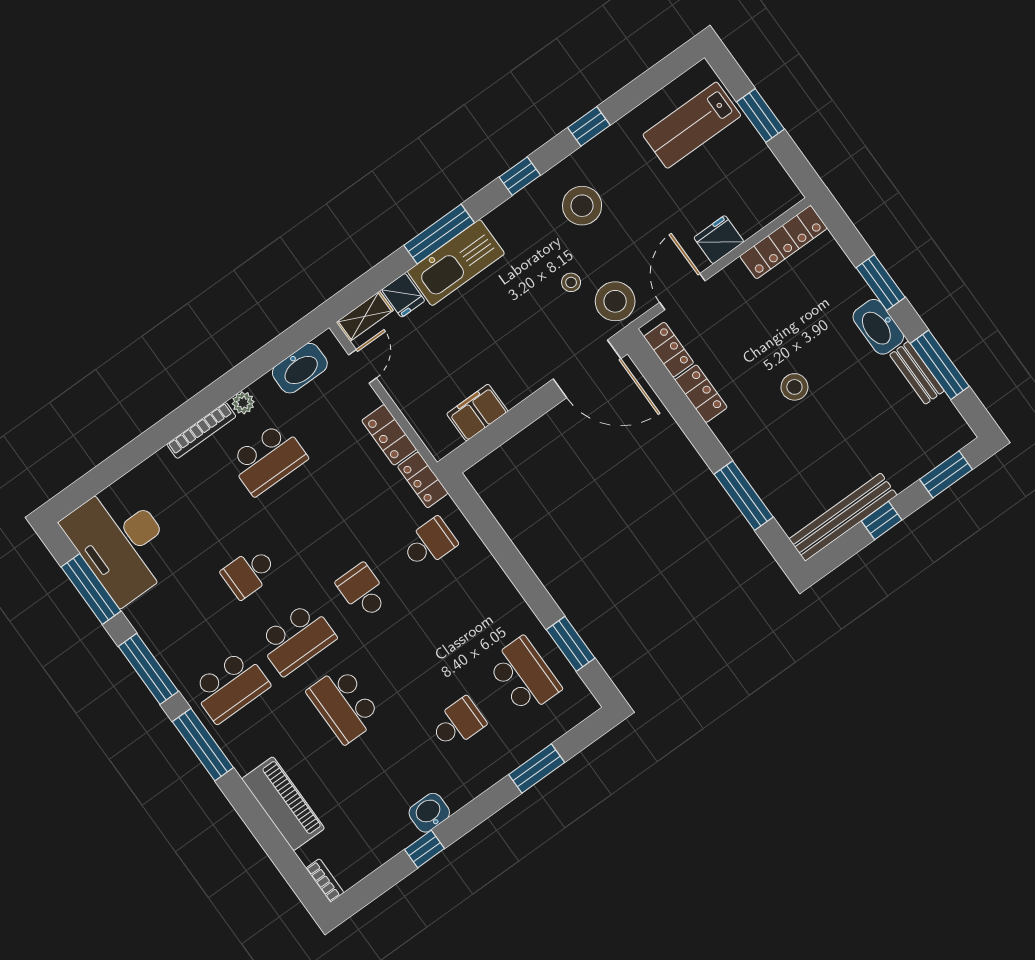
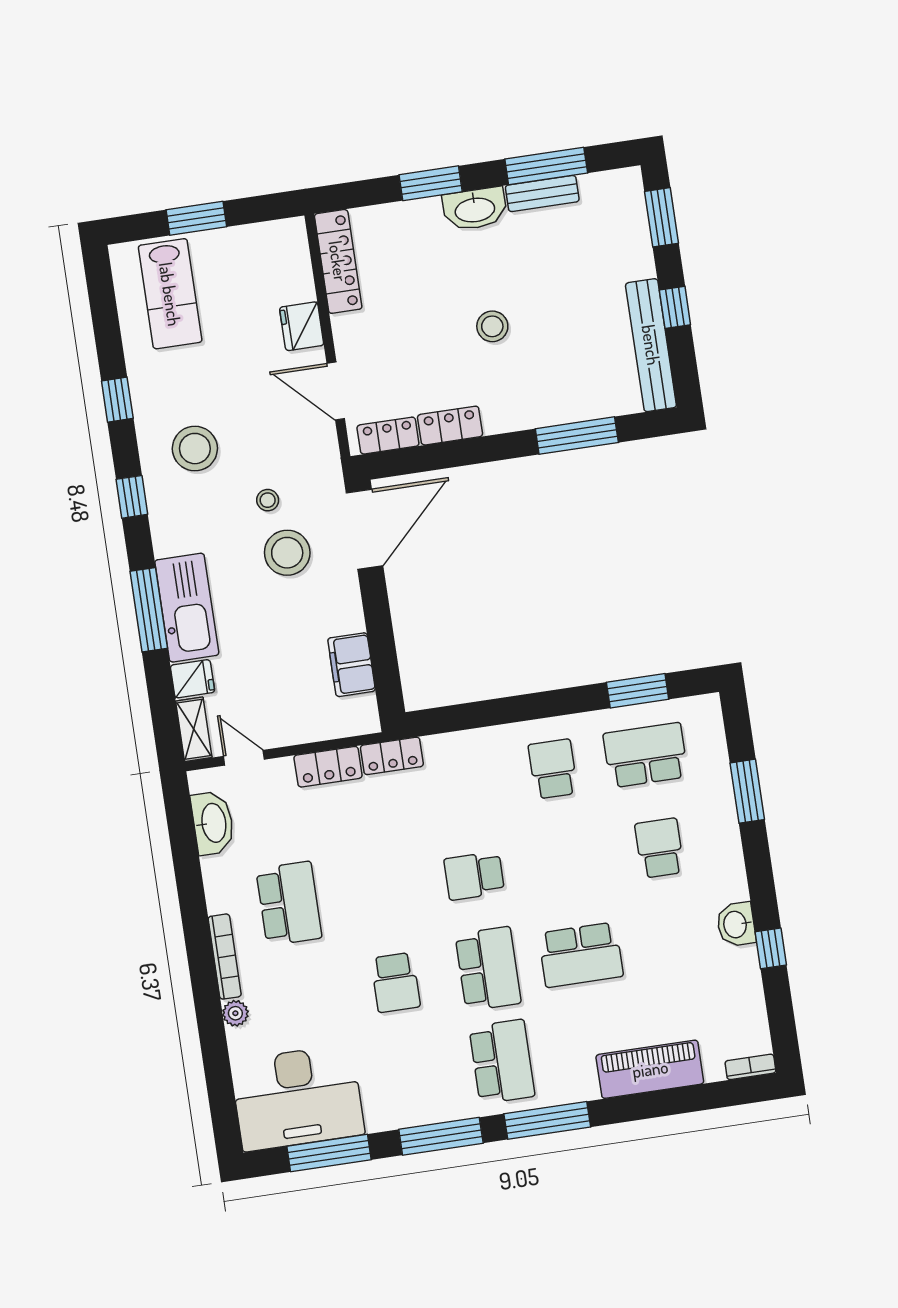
stool: (615, 301) -> (287, 553), moved
plant: (243, 403) -> (235, 1013), moved
school desk: (429, 543) -> (553, 769), moved

